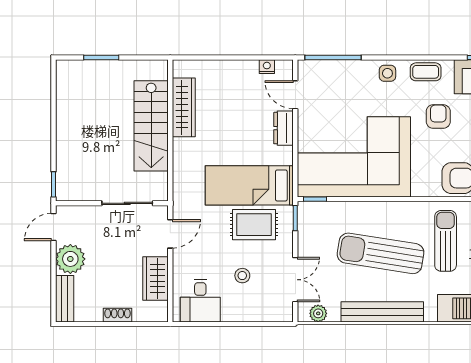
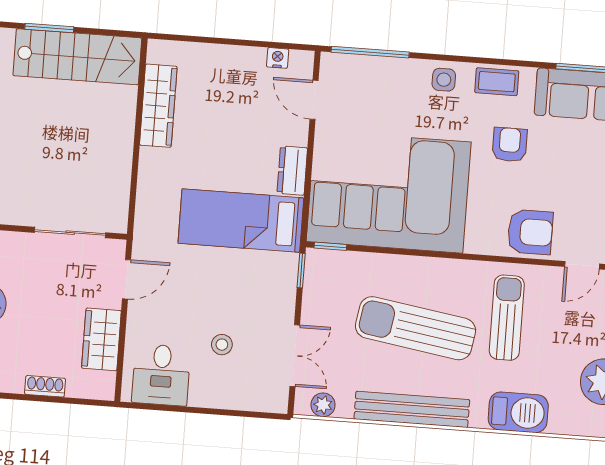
stairs: (151, 126) -> (77, 57), moved, turned -90
dresser: (283, 128) -> (292, 171), moved
rug: (254, 225) -> (243, 275), removed

